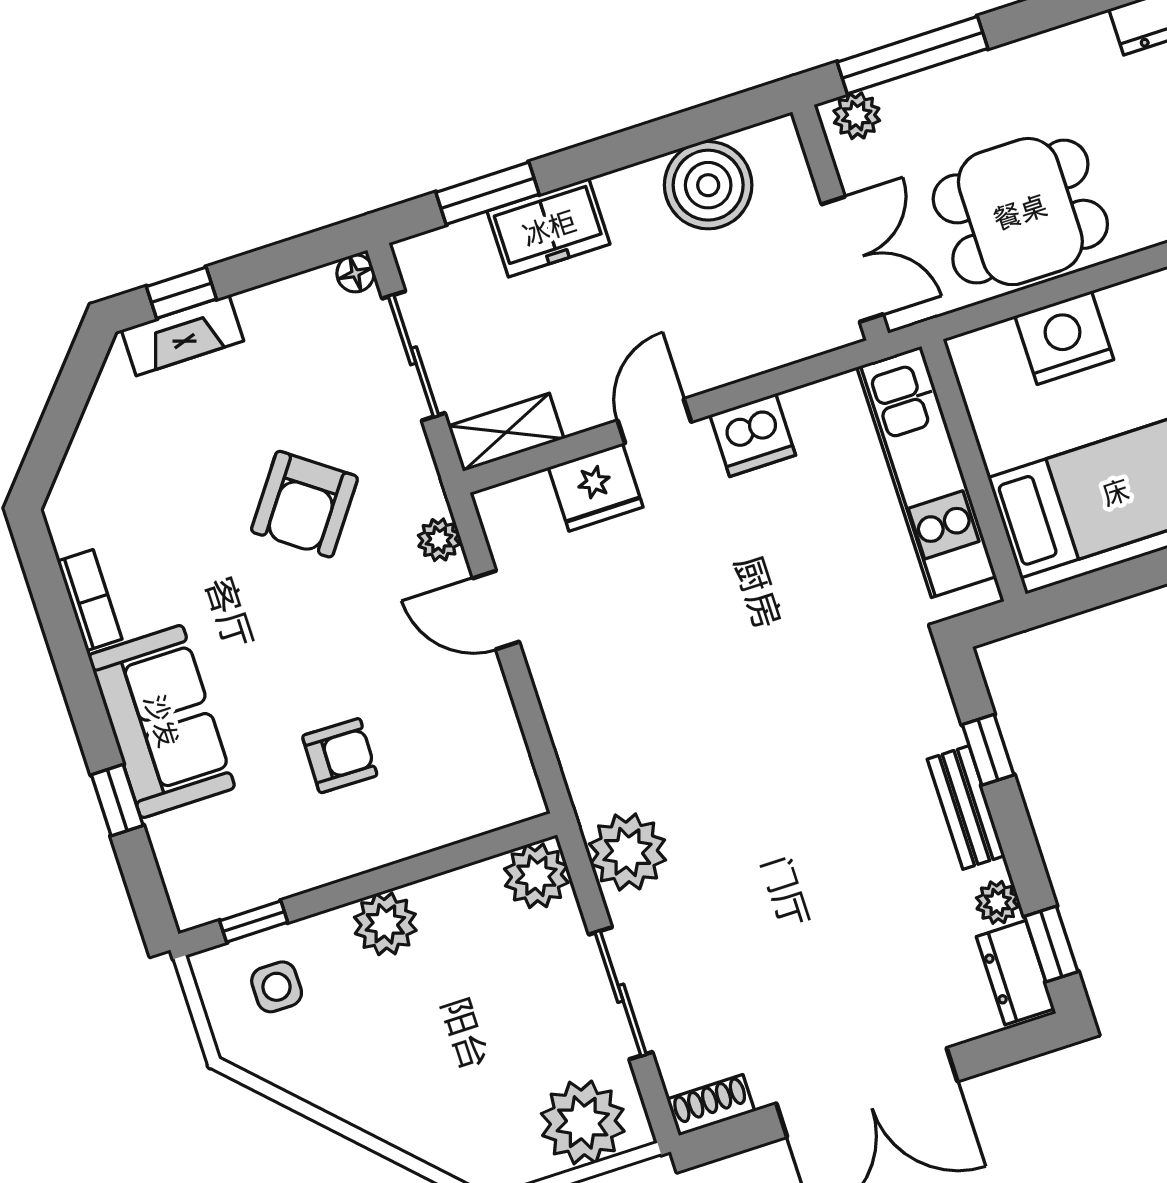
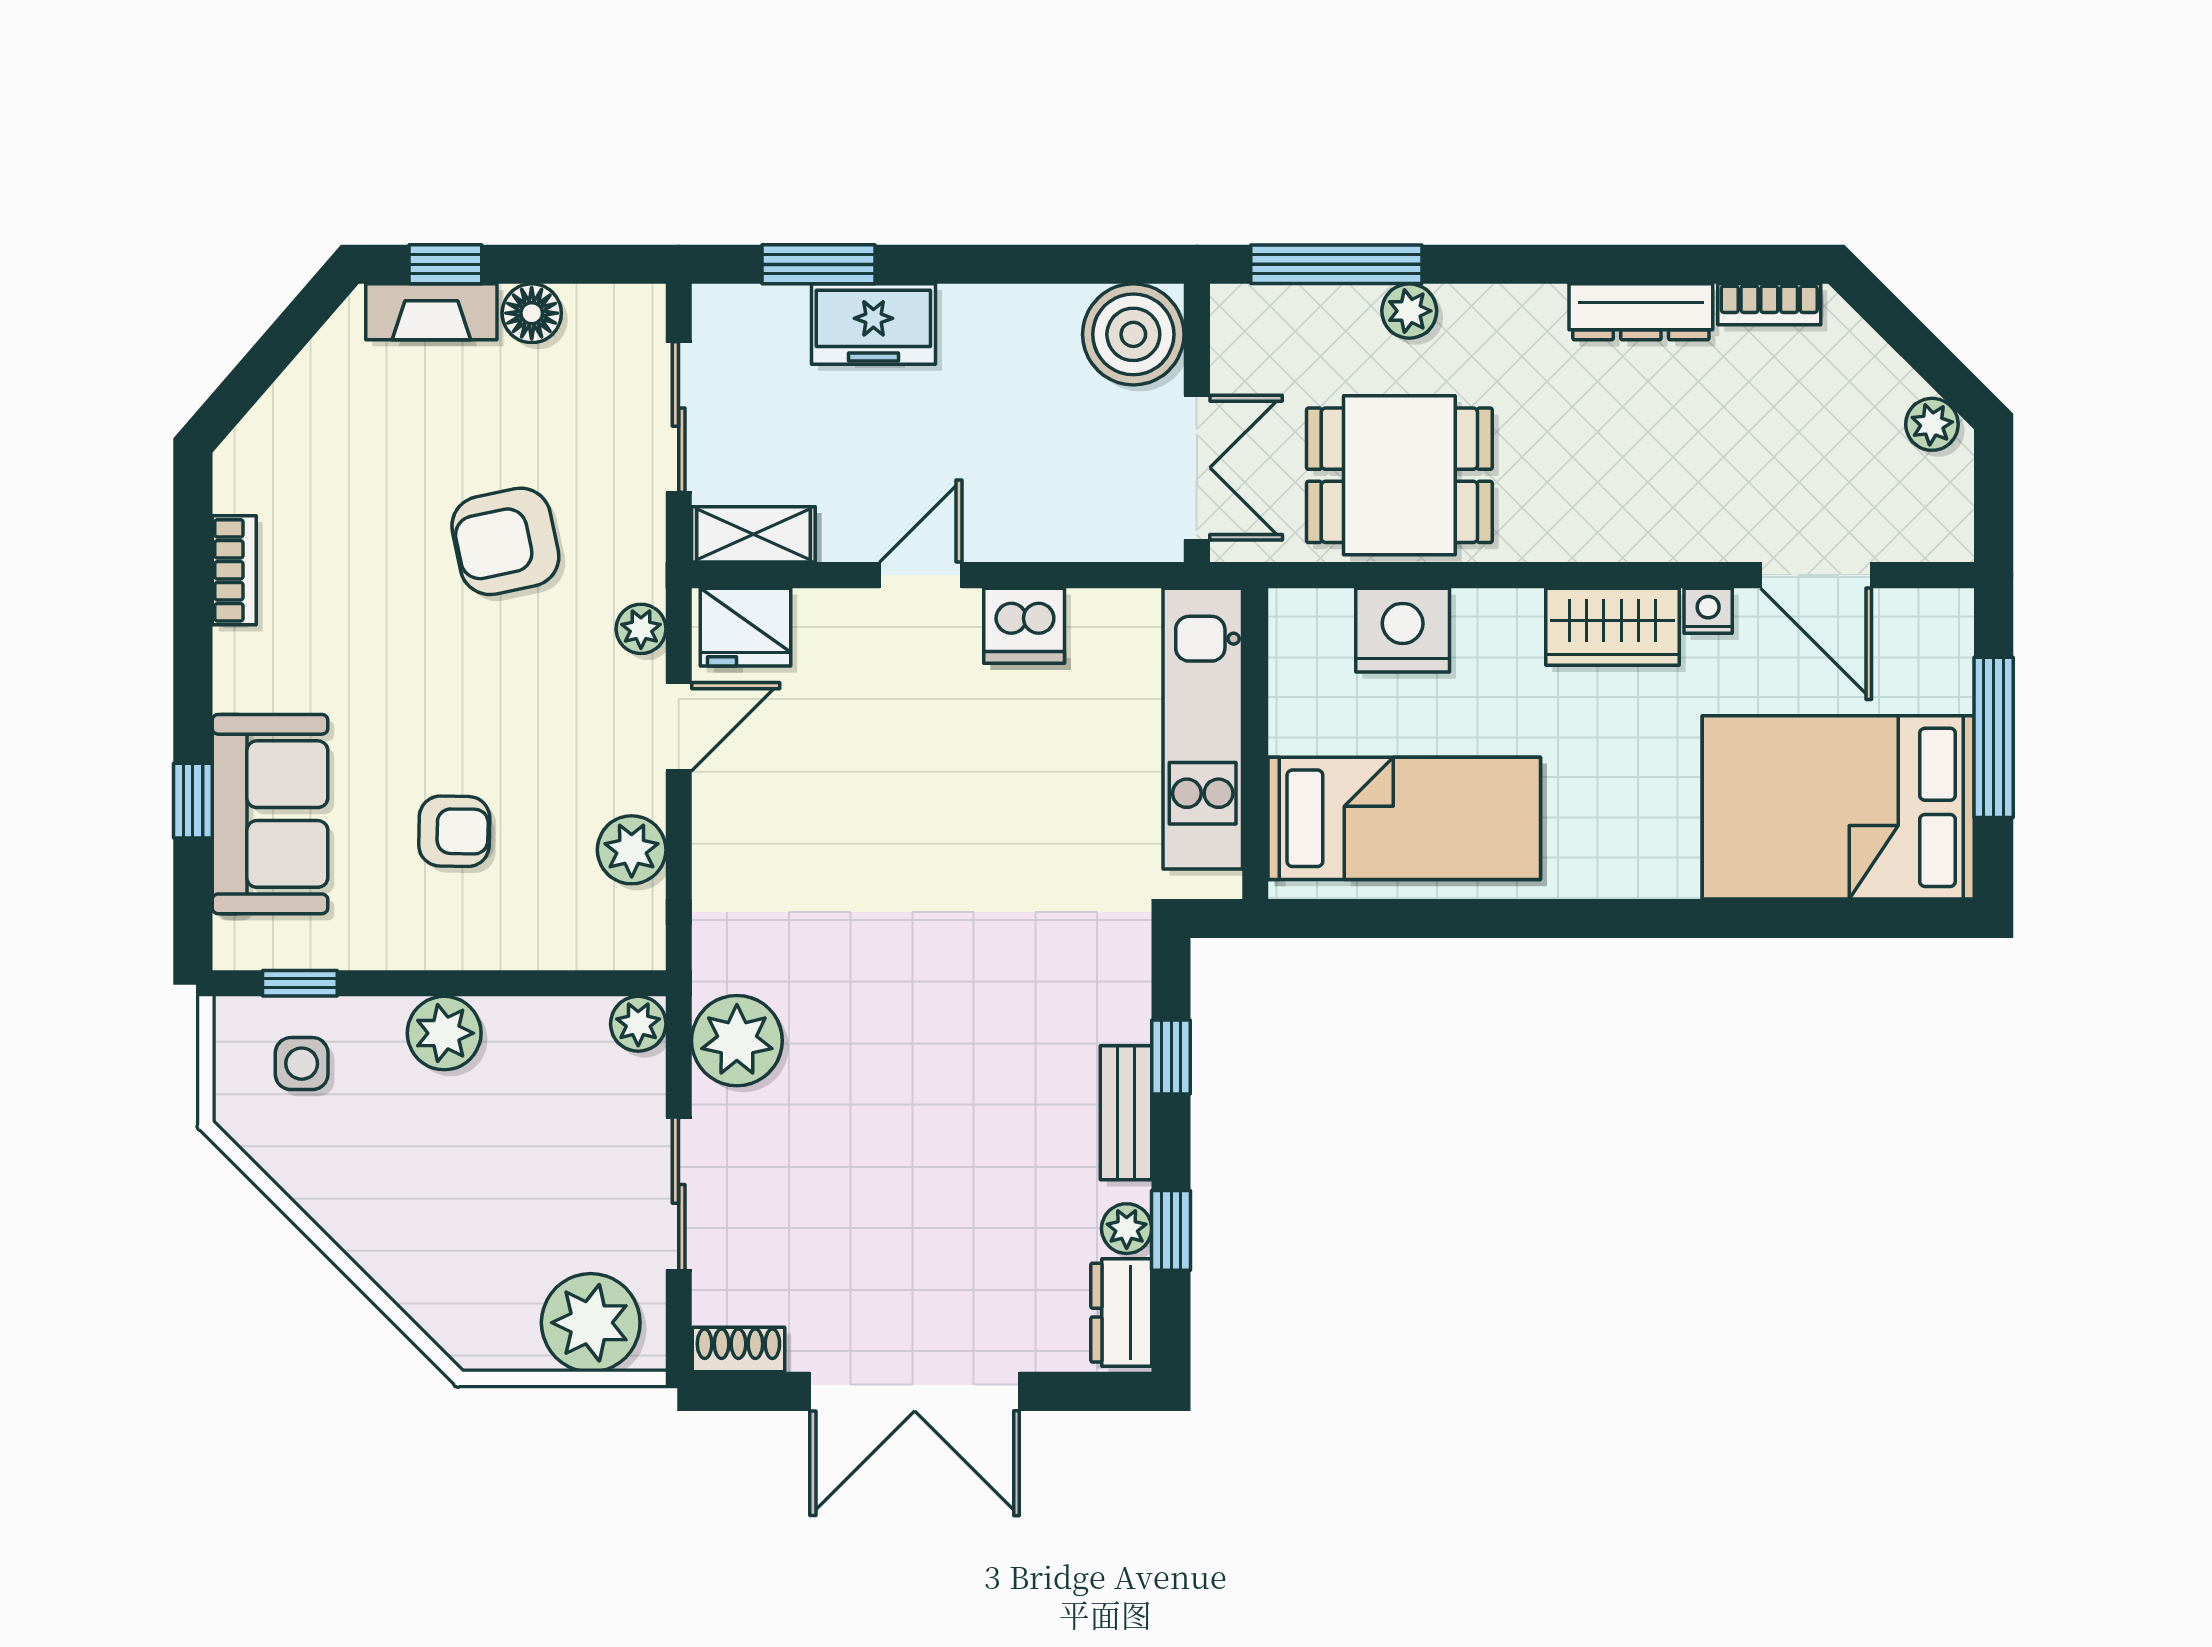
plant: (857, 116) -> (1409, 311), moved
boiler: (708, 185) -> (1133, 334), moved
floor lamp: (355, 273) -> (532, 313), moved, width x1.37, depth x1.37
fridge: (596, 487) -> (746, 627), moved
armchair: (304, 504) -> (505, 541), turned 42
door: (496, 610) -> (679, 727), swing flipped
sofa: (162, 721) -> (270, 814), moved
plant: (490, 724) -> (632, 850), added
plant: (536, 876) -> (638, 1024), width x0.73, depth x0.73
window: (1051, 944) -> (1171, 1230), moved

